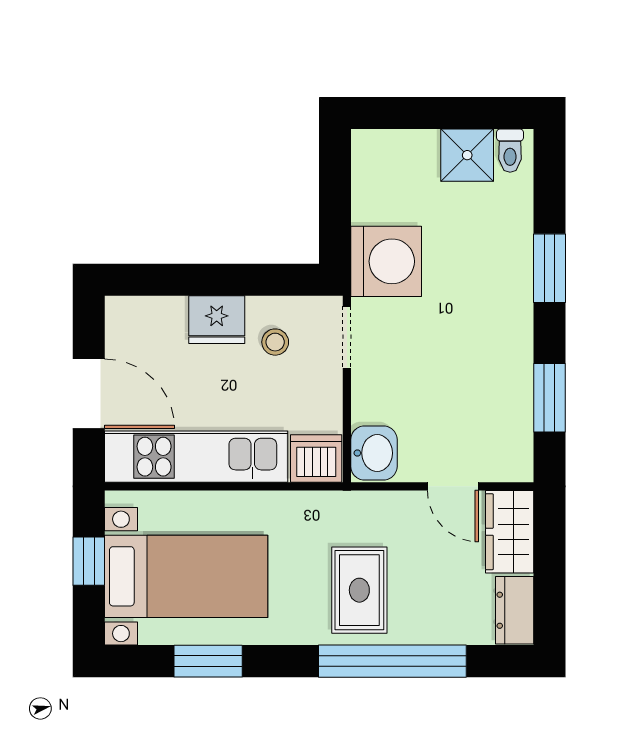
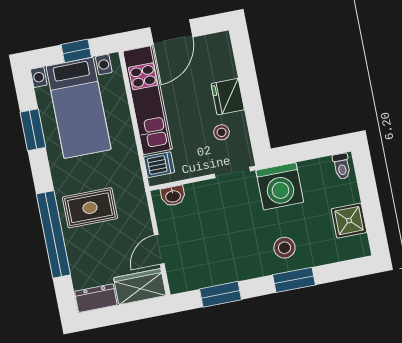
toilet: (510, 151) -> (342, 166), moved, turned -90
stool: (492, 274) -> (284, 248), added
washbasin: (374, 453) -> (173, 196), width x0.72, depth x0.69
dishwasher: (316, 459) -> (159, 165), width x0.73

